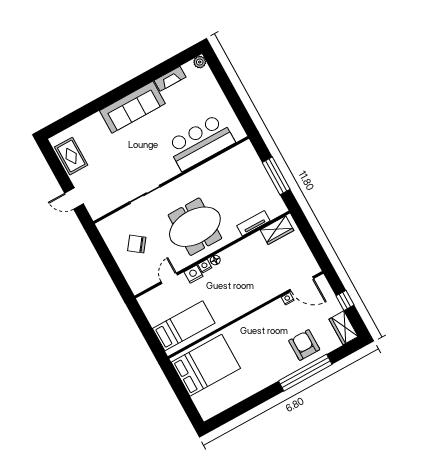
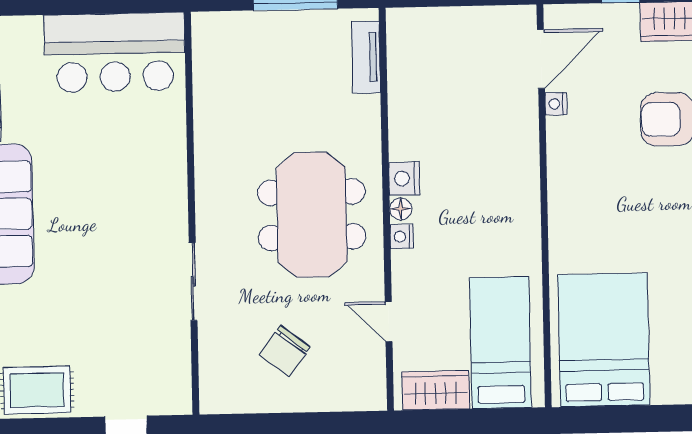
bar counter: (201, 142) -> (115, 52), moved, turned -90
tv unit: (253, 223) -> (366, 57), moved
wardrobe: (277, 230) -> (436, 390), moved, turned -90
nightstand: (194, 274) -> (404, 179), moved

